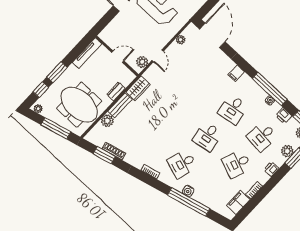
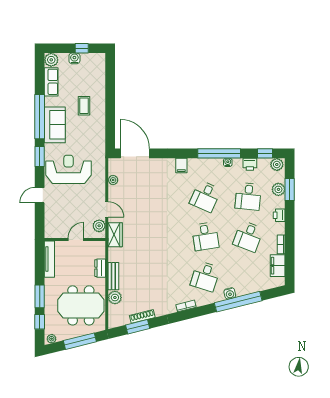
wardrobe: (138, 88) -> (115, 235), moved
desk: (233, 109) -> (205, 196), turned 33

